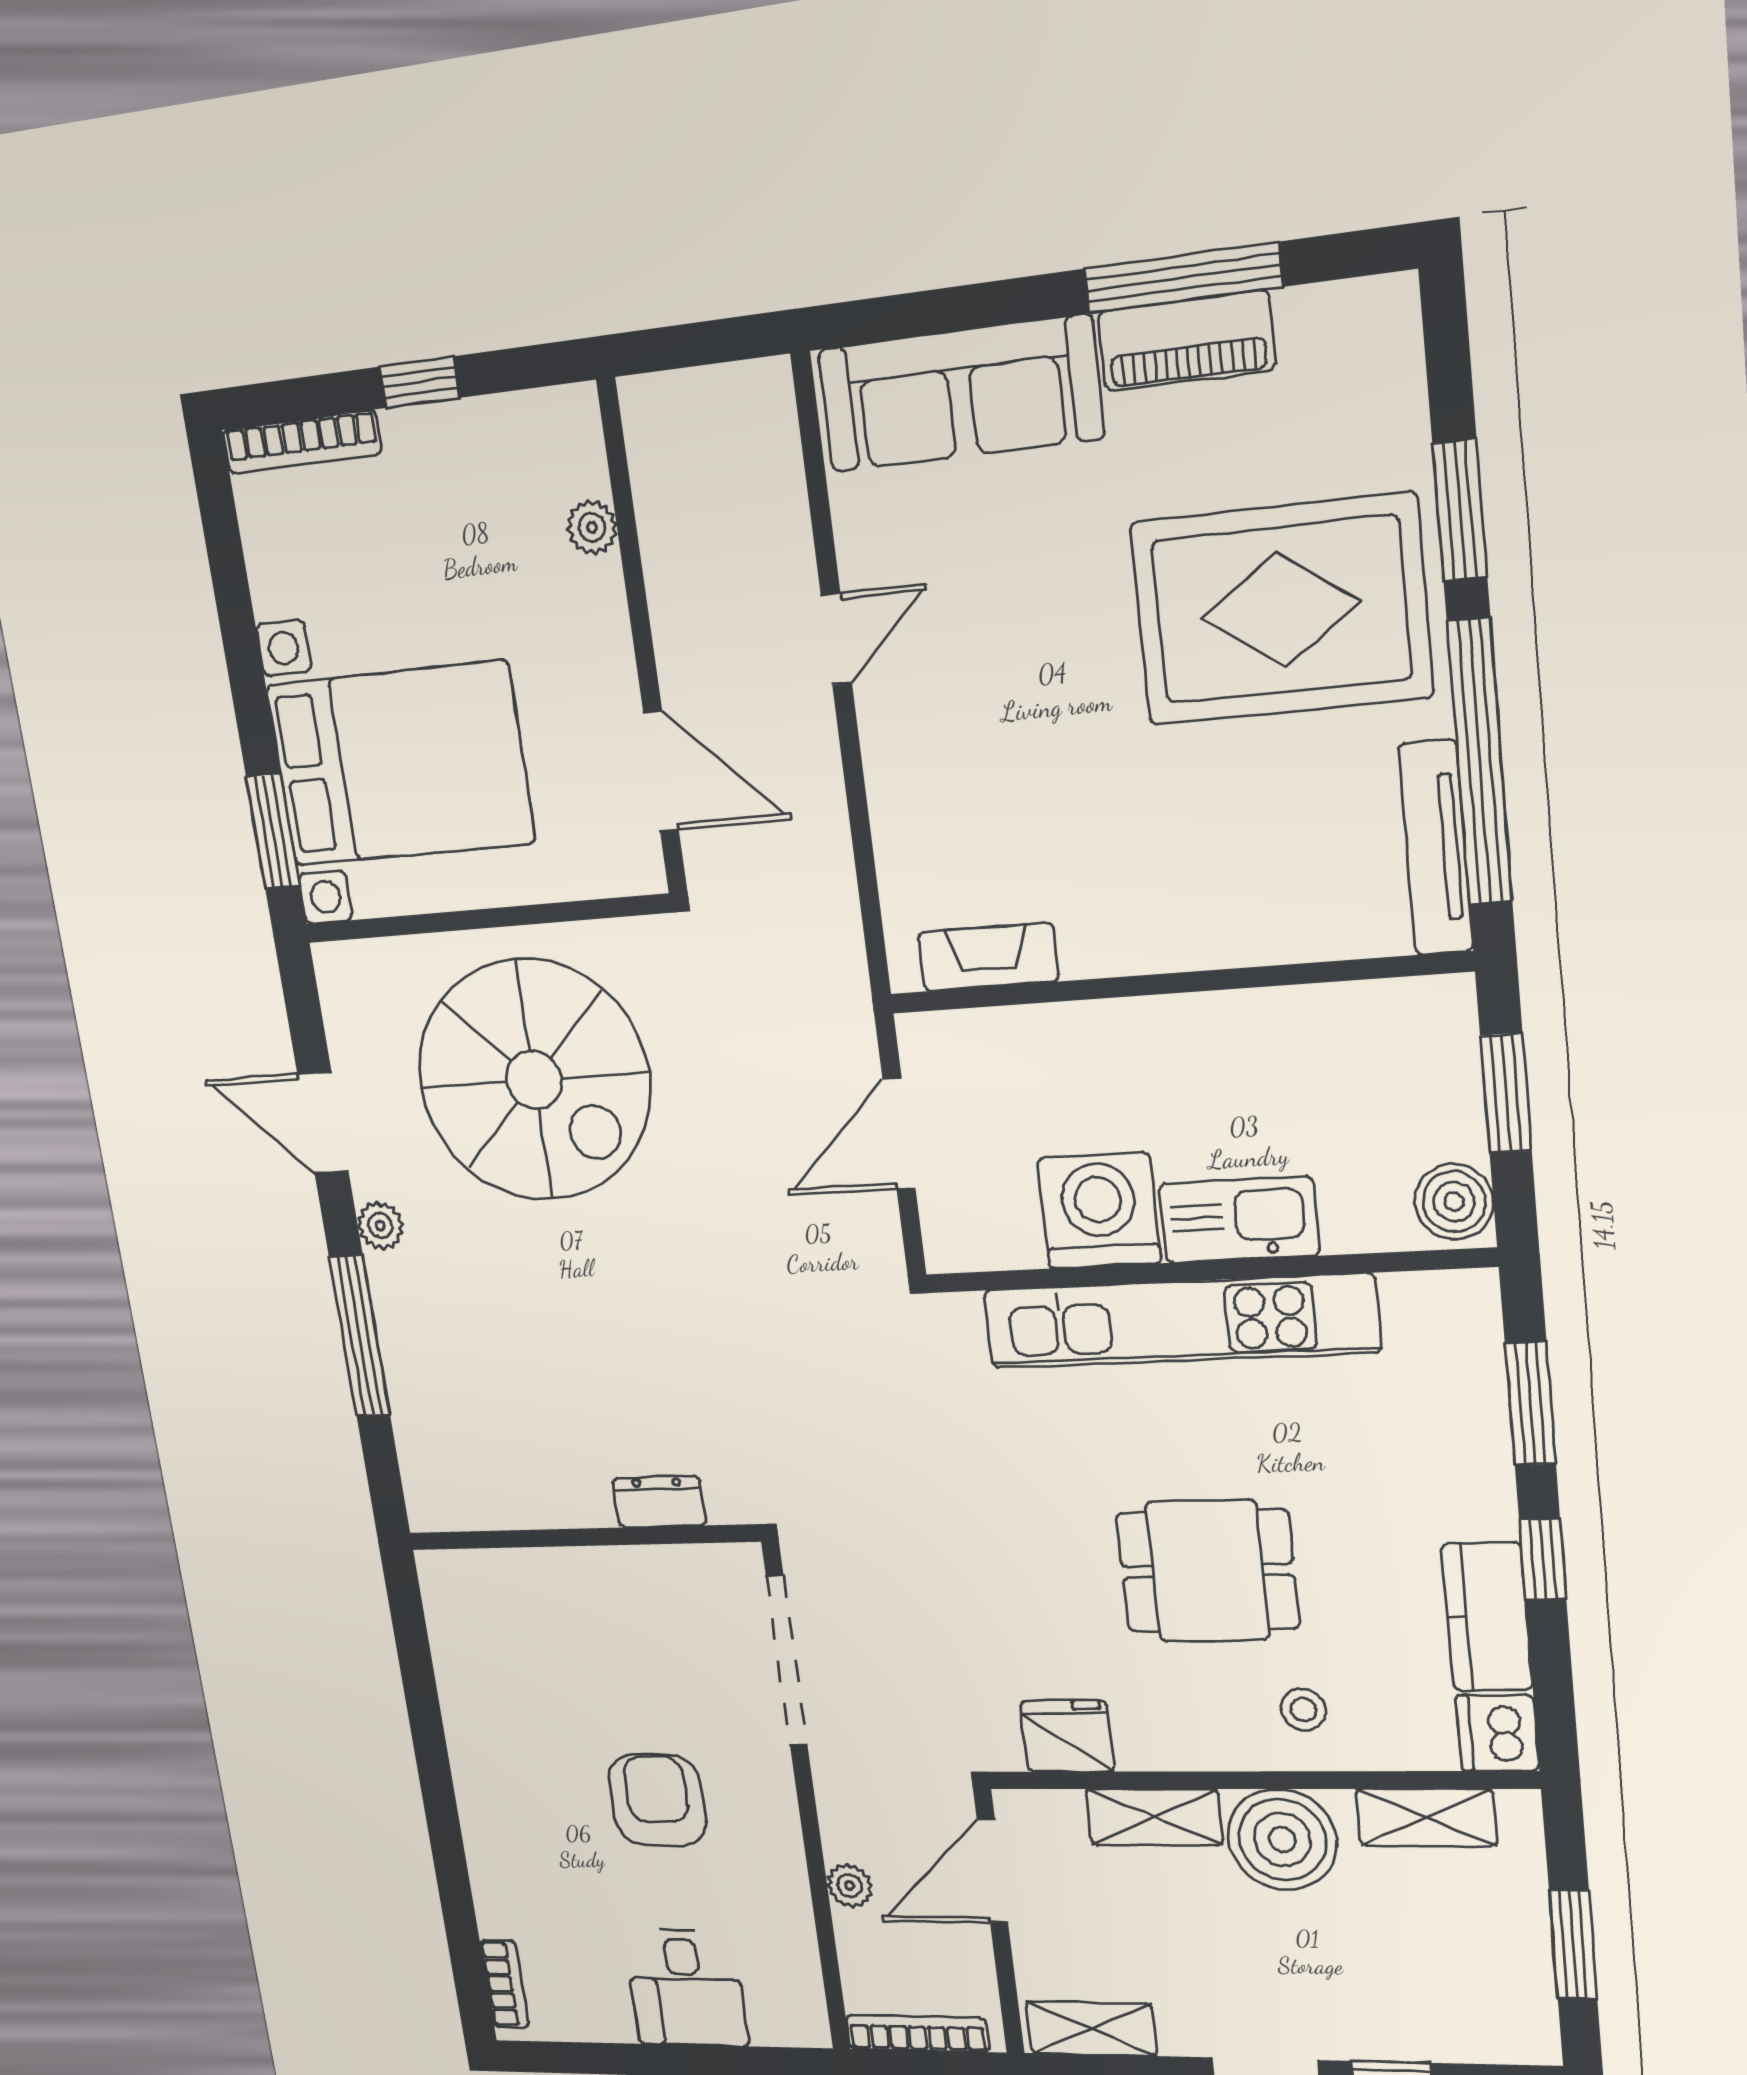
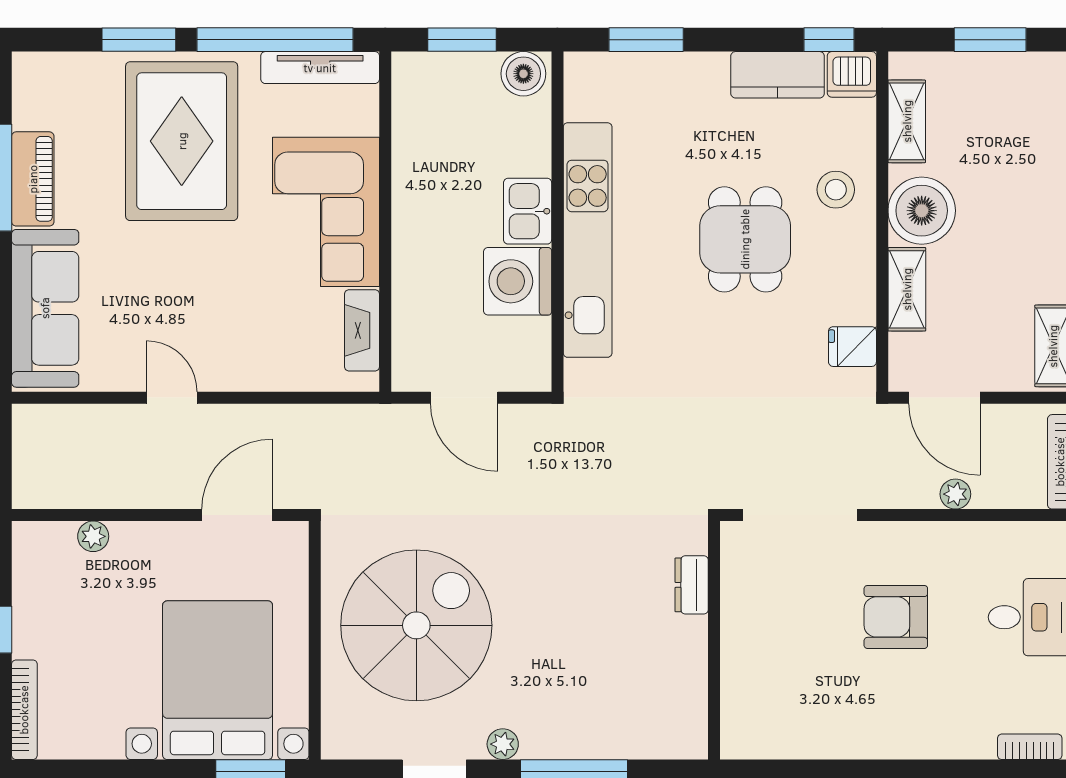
corner sofa: (1182, 880) -> (326, 212), added
kitchen sink: (1239, 1220) -> (528, 211), width x0.73
window: (1543, 1559) -> (829, 40), moved
stool: (1303, 1710) -> (836, 190), width x1.37, depth x1.37
fridge: (1067, 1736) -> (852, 347), width x0.72

